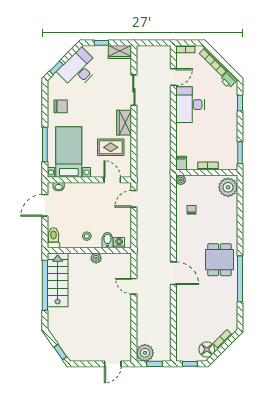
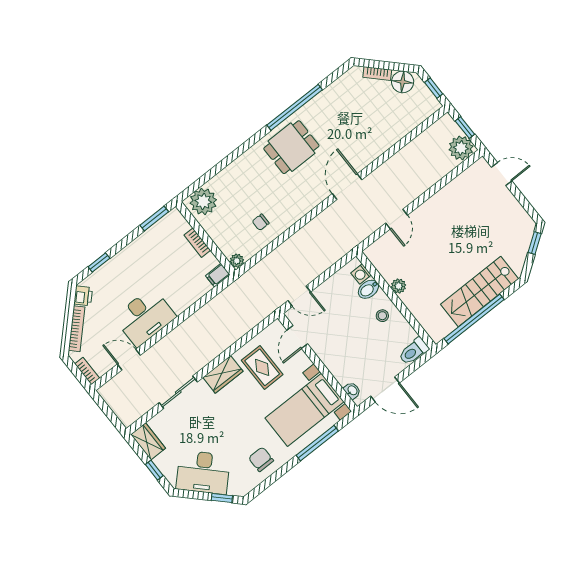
stairs: (58, 280) -> (480, 292), moved

